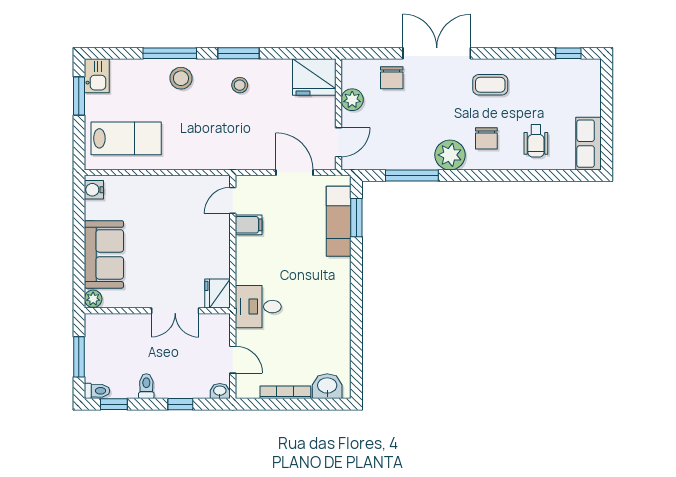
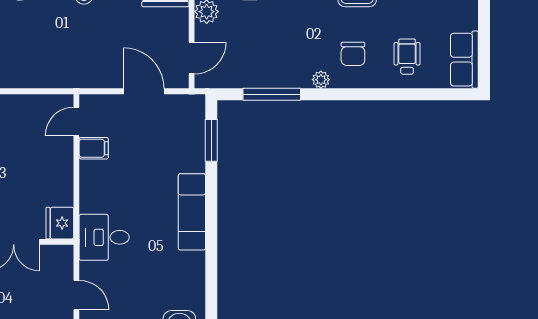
wheelchair: (536, 141) -> (407, 57), turned 180
plant: (450, 155) -> (321, 80), width x0.53, depth x0.53
exam couch: (339, 221) -> (192, 212), moved

